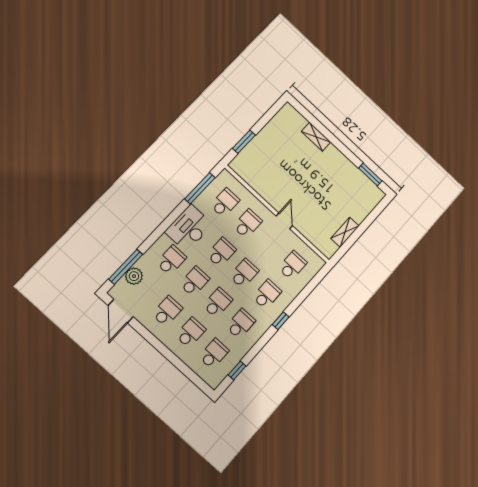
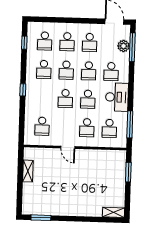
shelving: (316, 137) -> (114, 212), moved
school desk: (267, 294) -> (43, 98), removed

